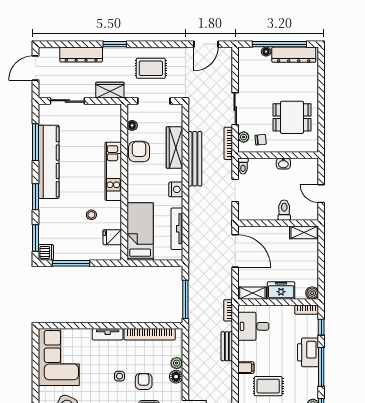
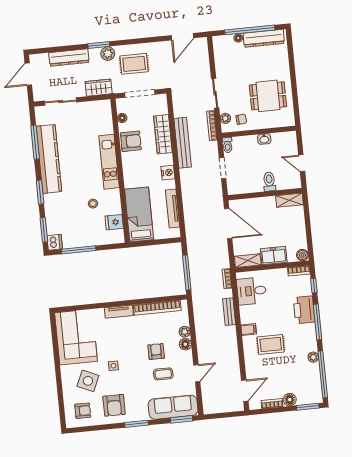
plant: (124, 54) -> (108, 54), added
armchair: (139, 152) -> (131, 141), turned 90
side table: (119, 376) -> (113, 366), moved

